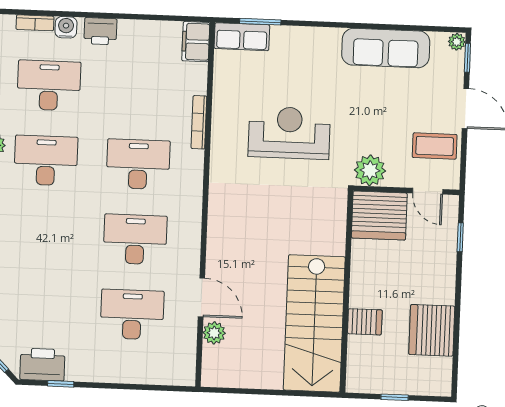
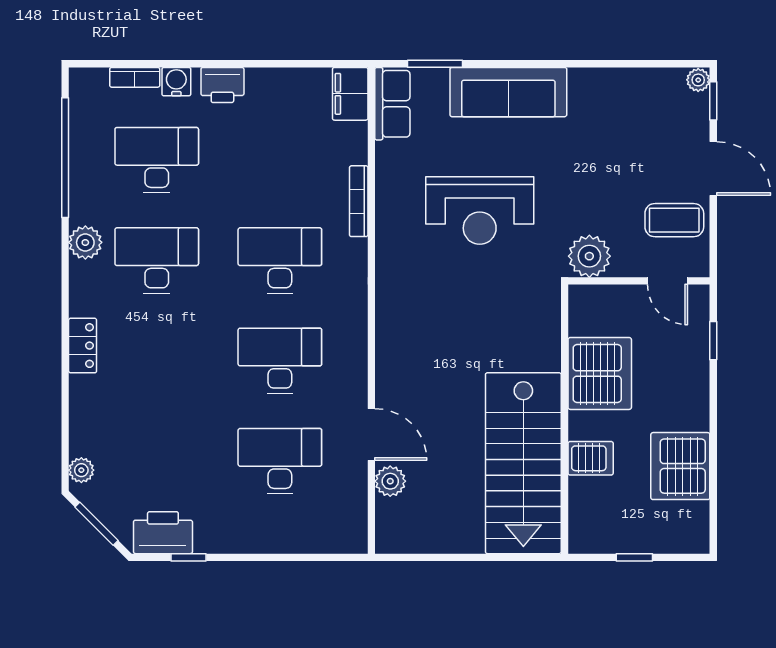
row of seats: (242, 37) -> (392, 104), moved, turned -90
sofa: (386, 48) -> (508, 92), moved
reception desk: (289, 133) -> (480, 210), turned 180
server rack: (379, 216) -> (600, 373), moved, turned -90

